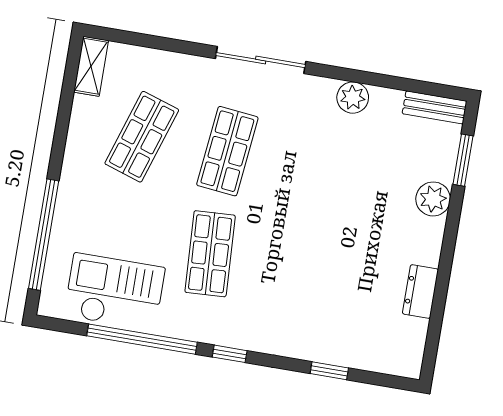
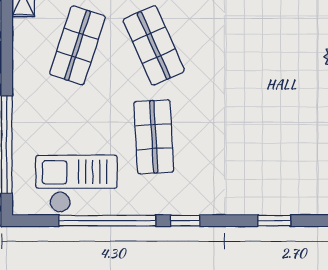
shop shelf: (227, 151) -> (154, 45), turned -30

